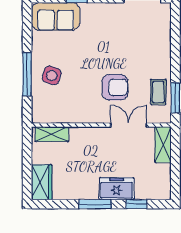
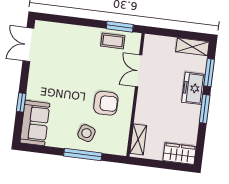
armchair: (115, 87) -> (106, 103), moved, turned 90
shelving: (163, 145) -> (192, 47), moved
window: (136, 204) -> (209, 73), width x1.50

